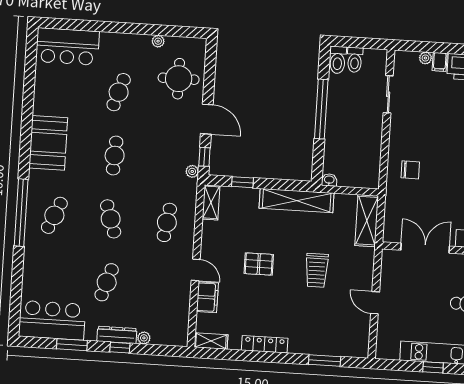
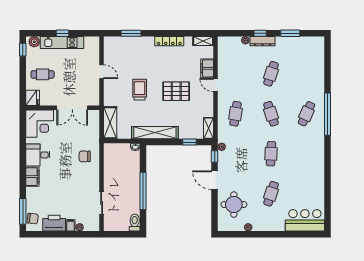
toilet: (355, 60) -> (124, 223), removed
booth: (48, 143) -> (313, 159), removed
pallet: (259, 264) -> (176, 91), width x1.50, depth x1.42
bar counter: (52, 320) -> (304, 48), removed

